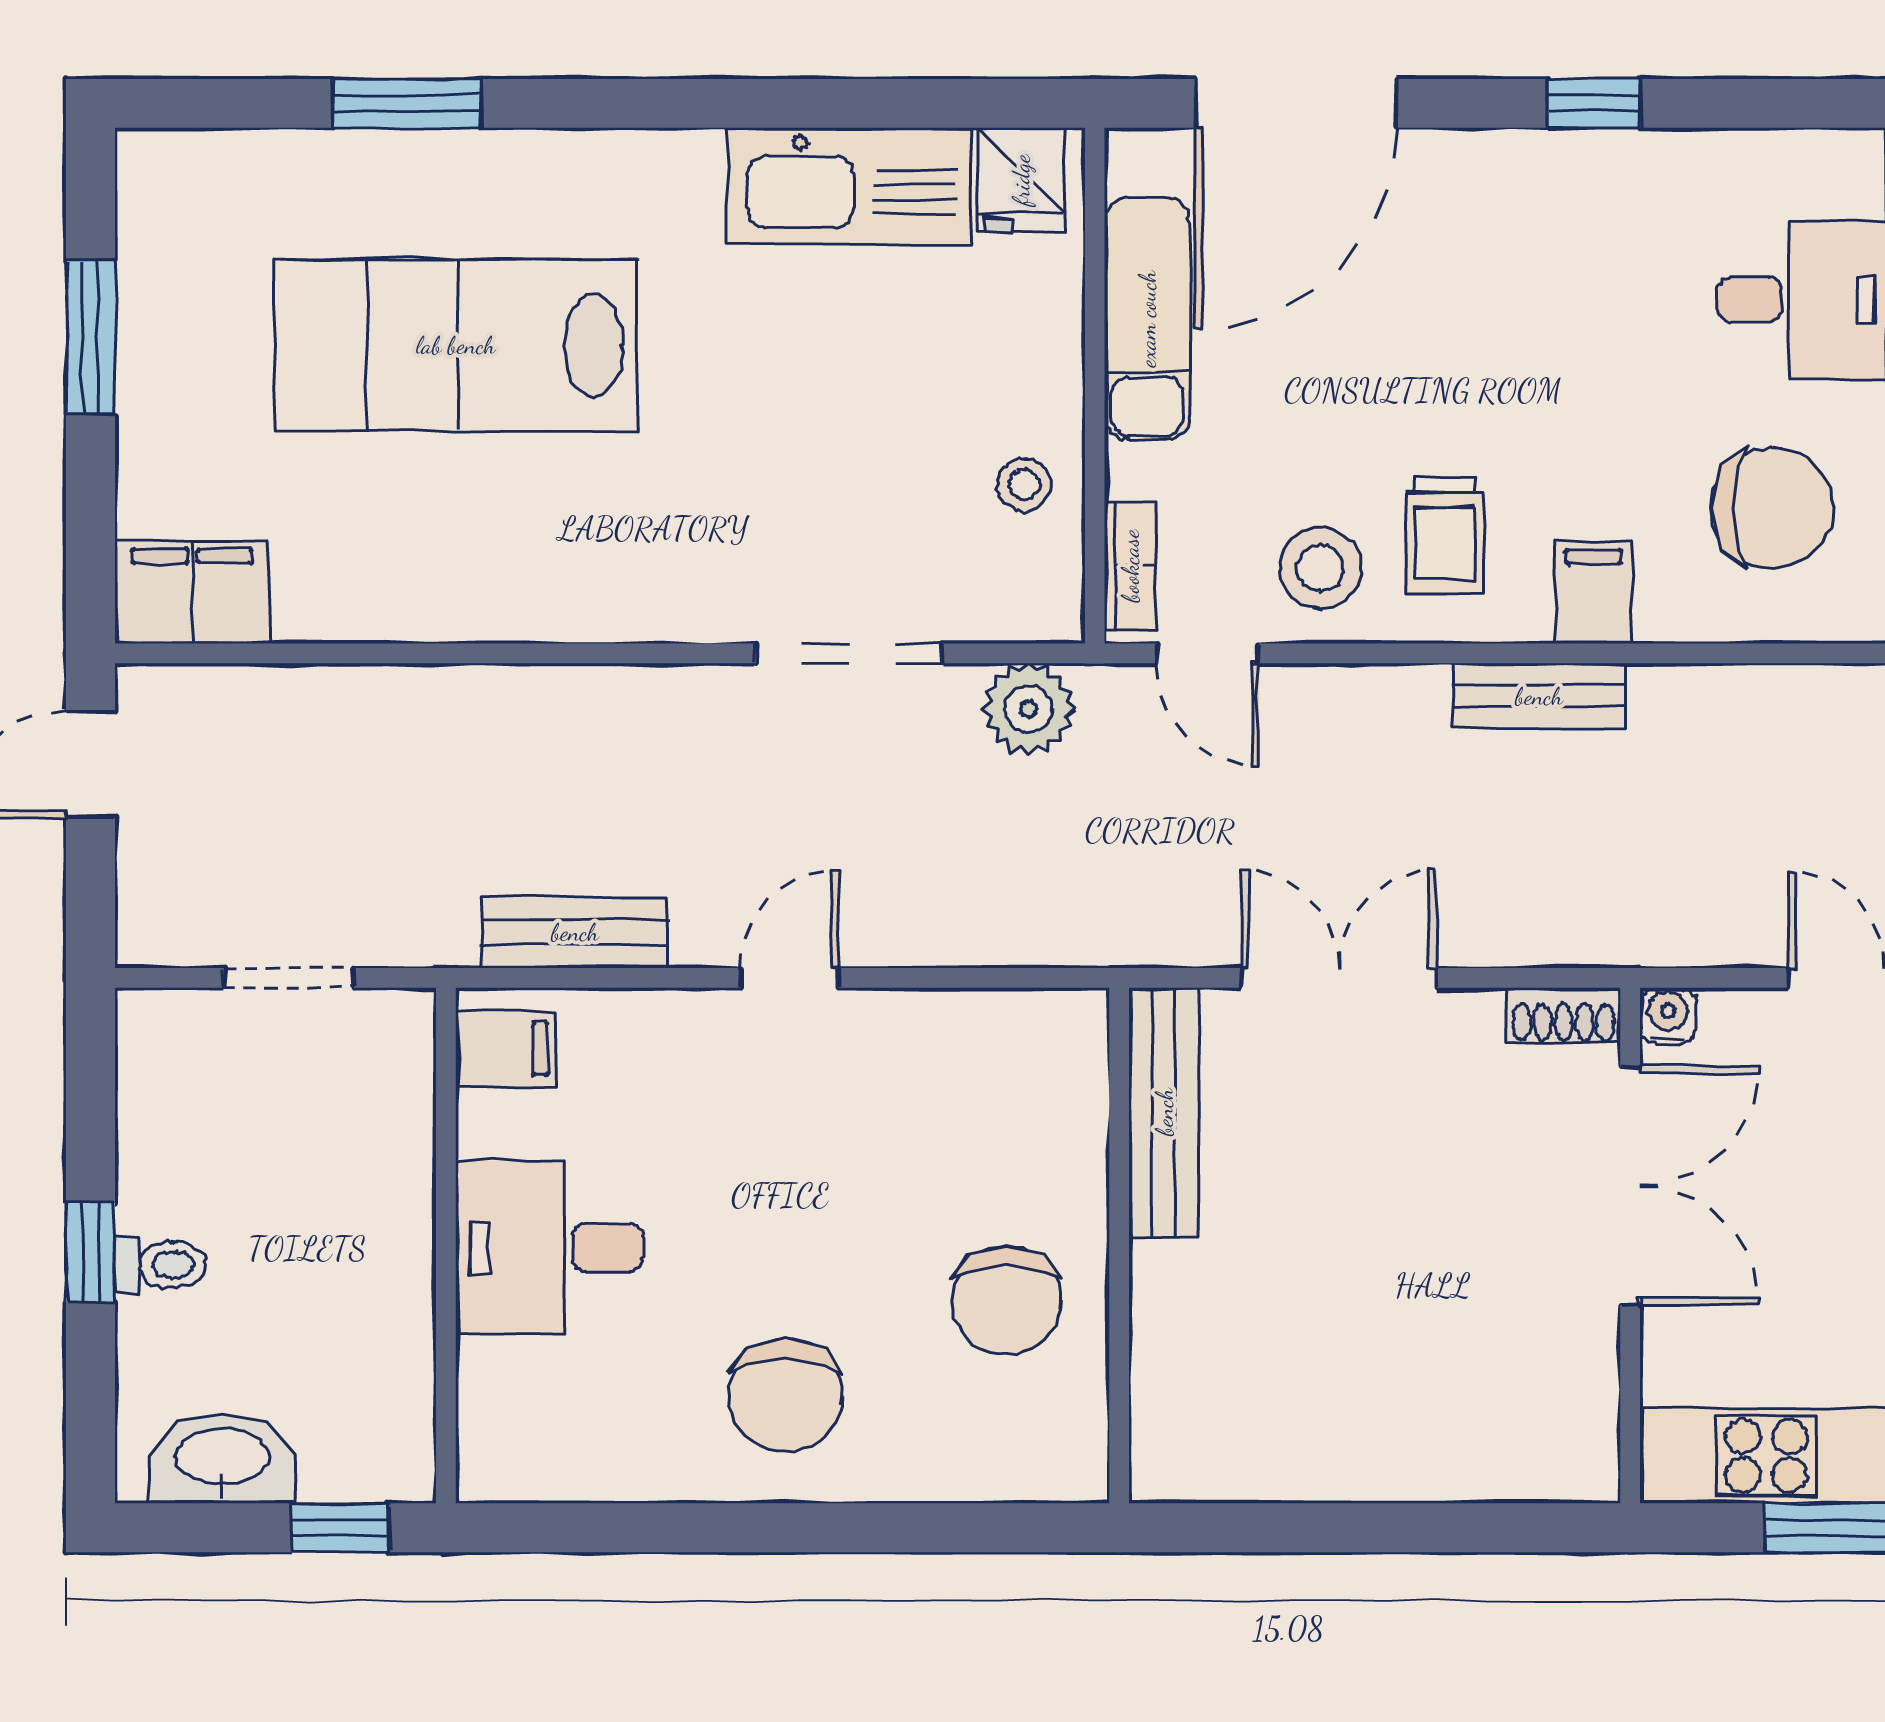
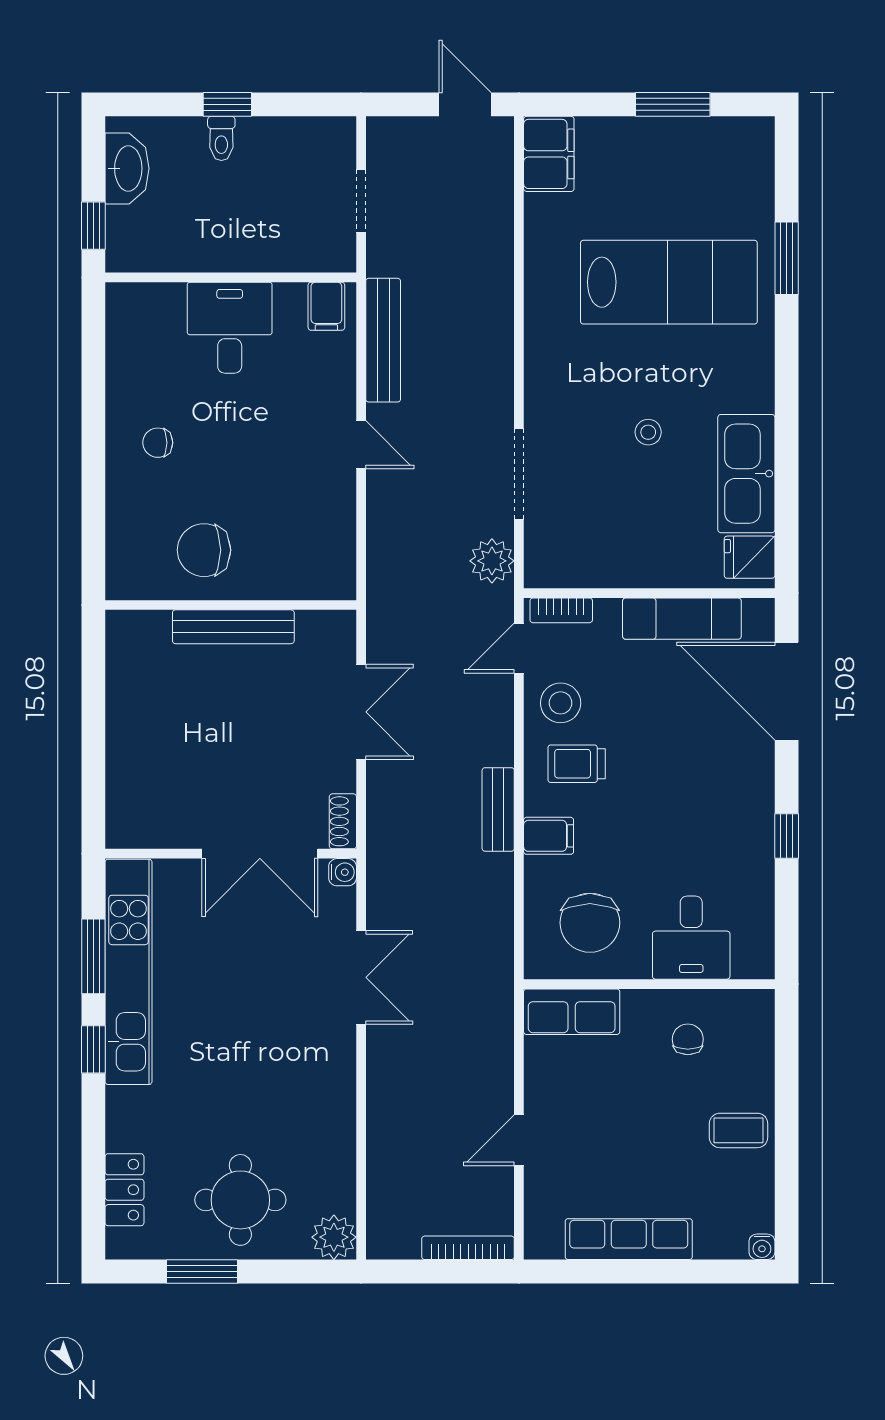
lab bench: (456, 345) -> (669, 282), turned 90
stool: (1024, 485) -> (648, 432), moved
bench: (575, 932) -> (383, 340), width x1.36
bench: (1164, 1112) -> (233, 627), moved
chair: (786, 1395) -> (158, 443), width x0.54, depth x0.54

